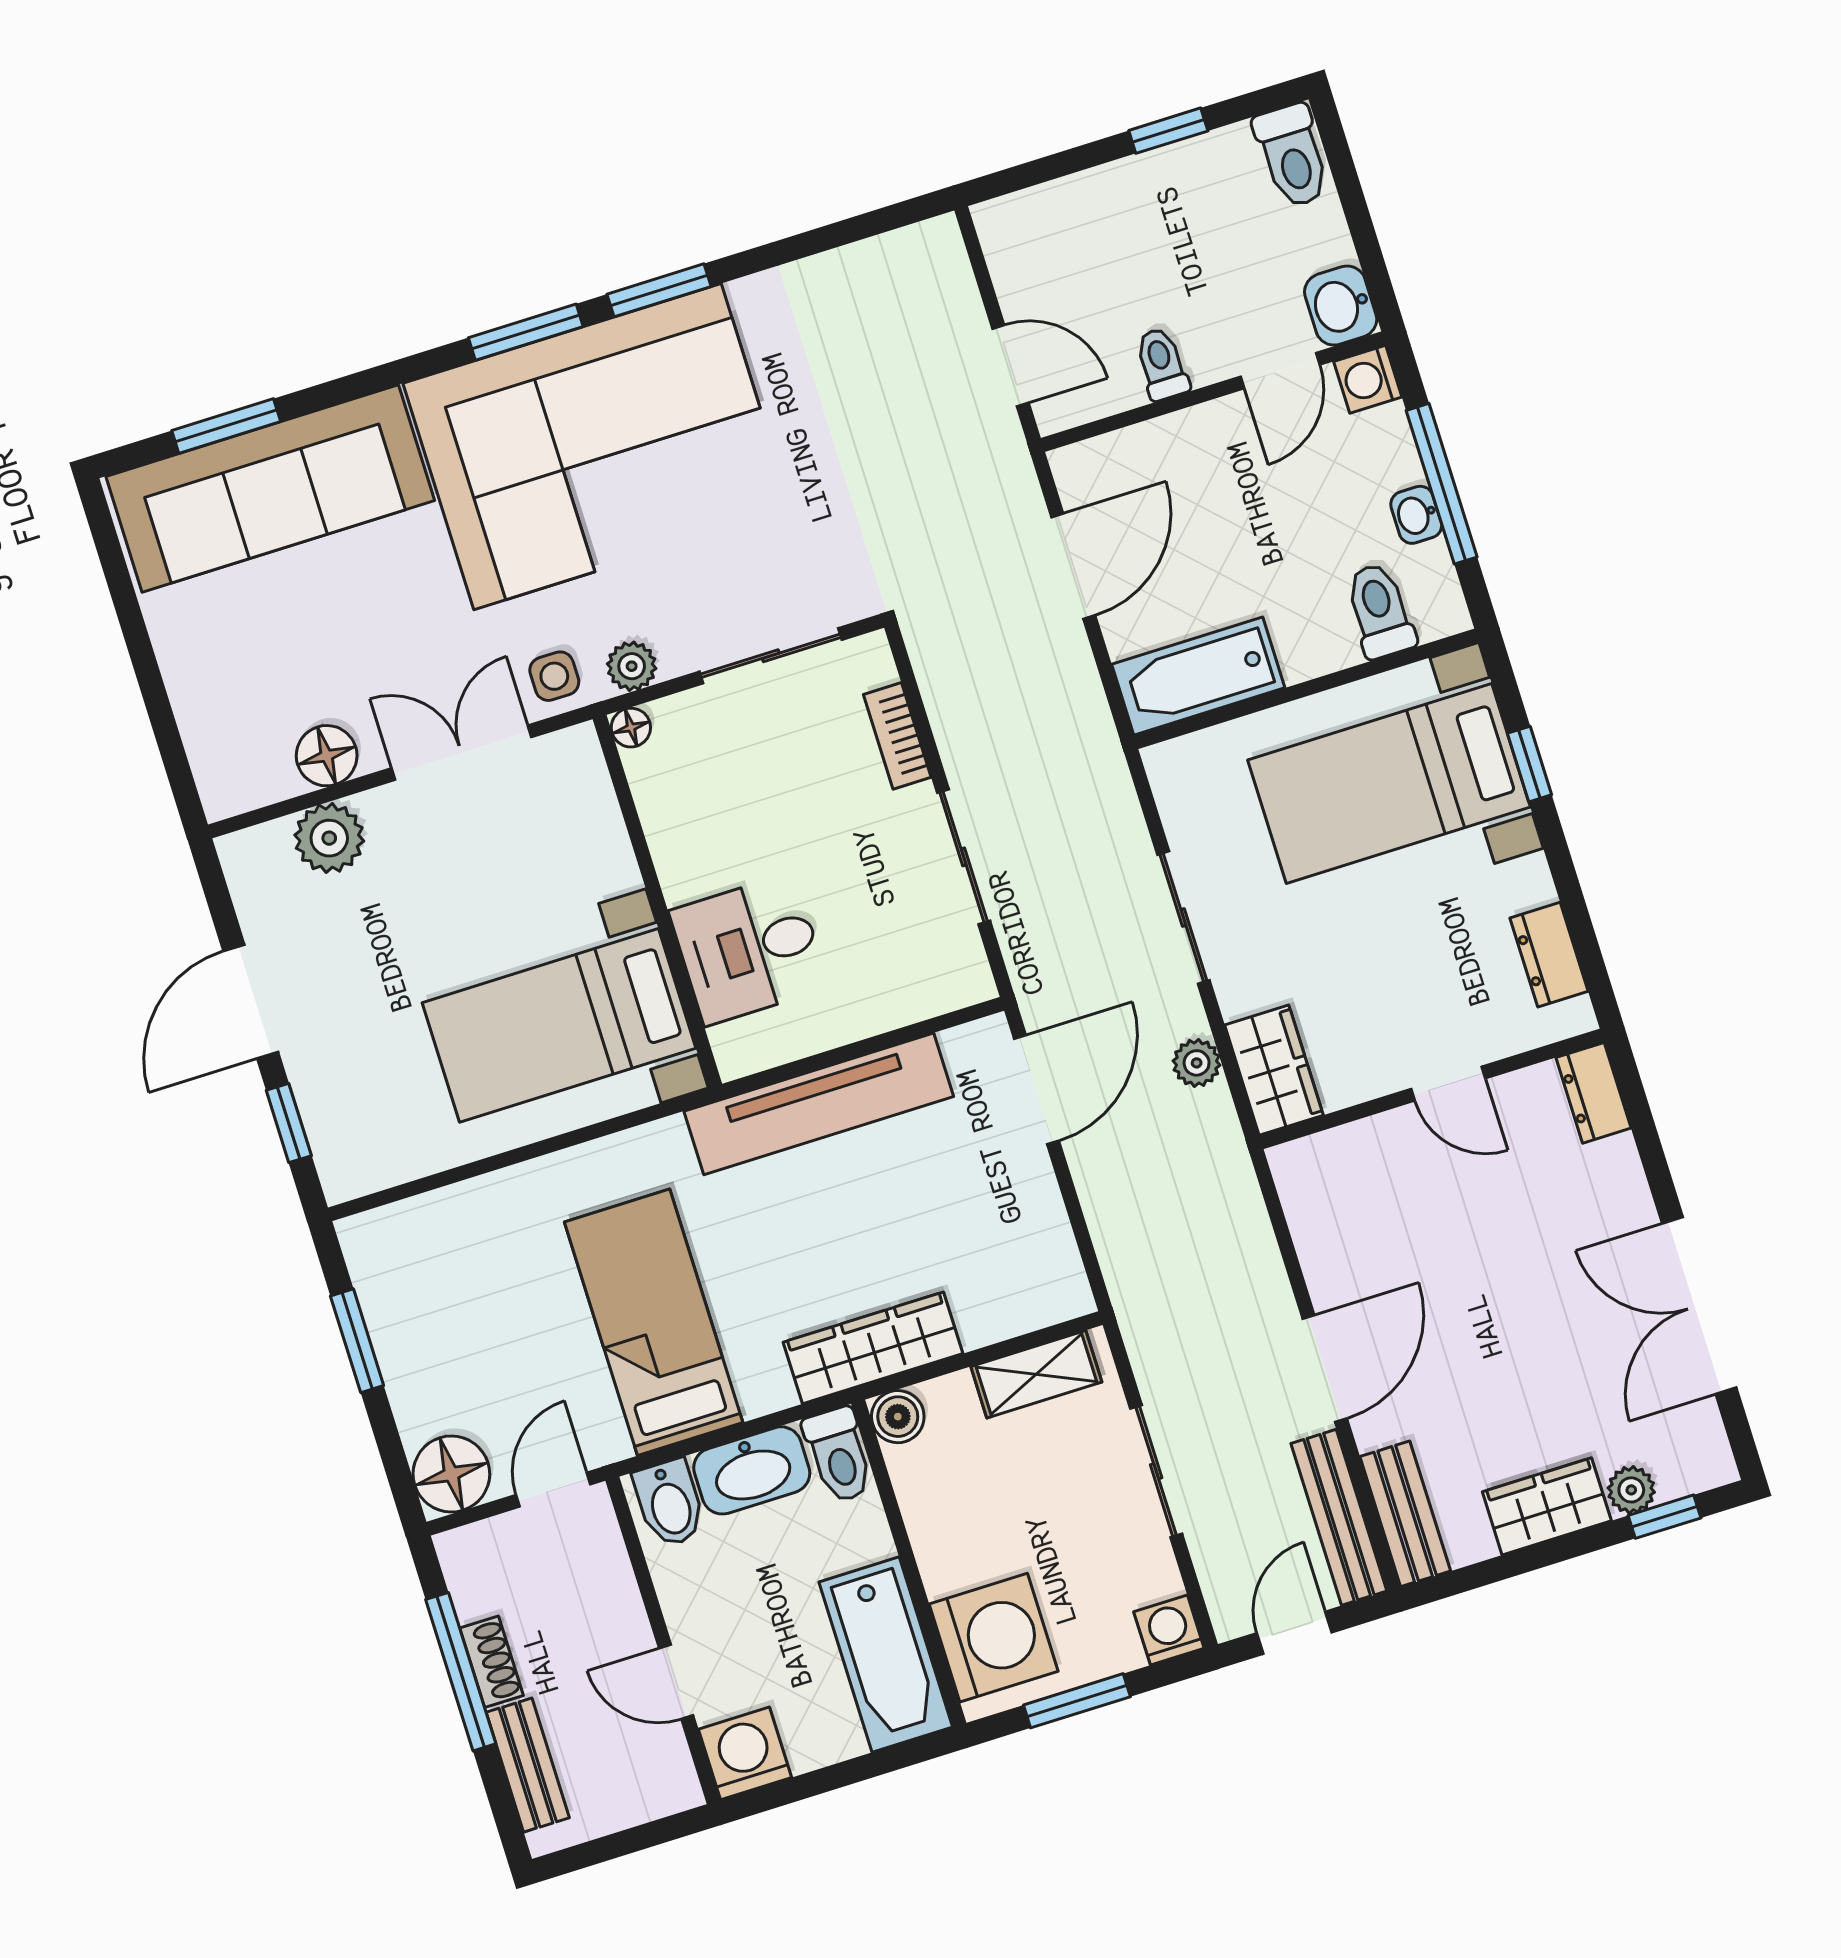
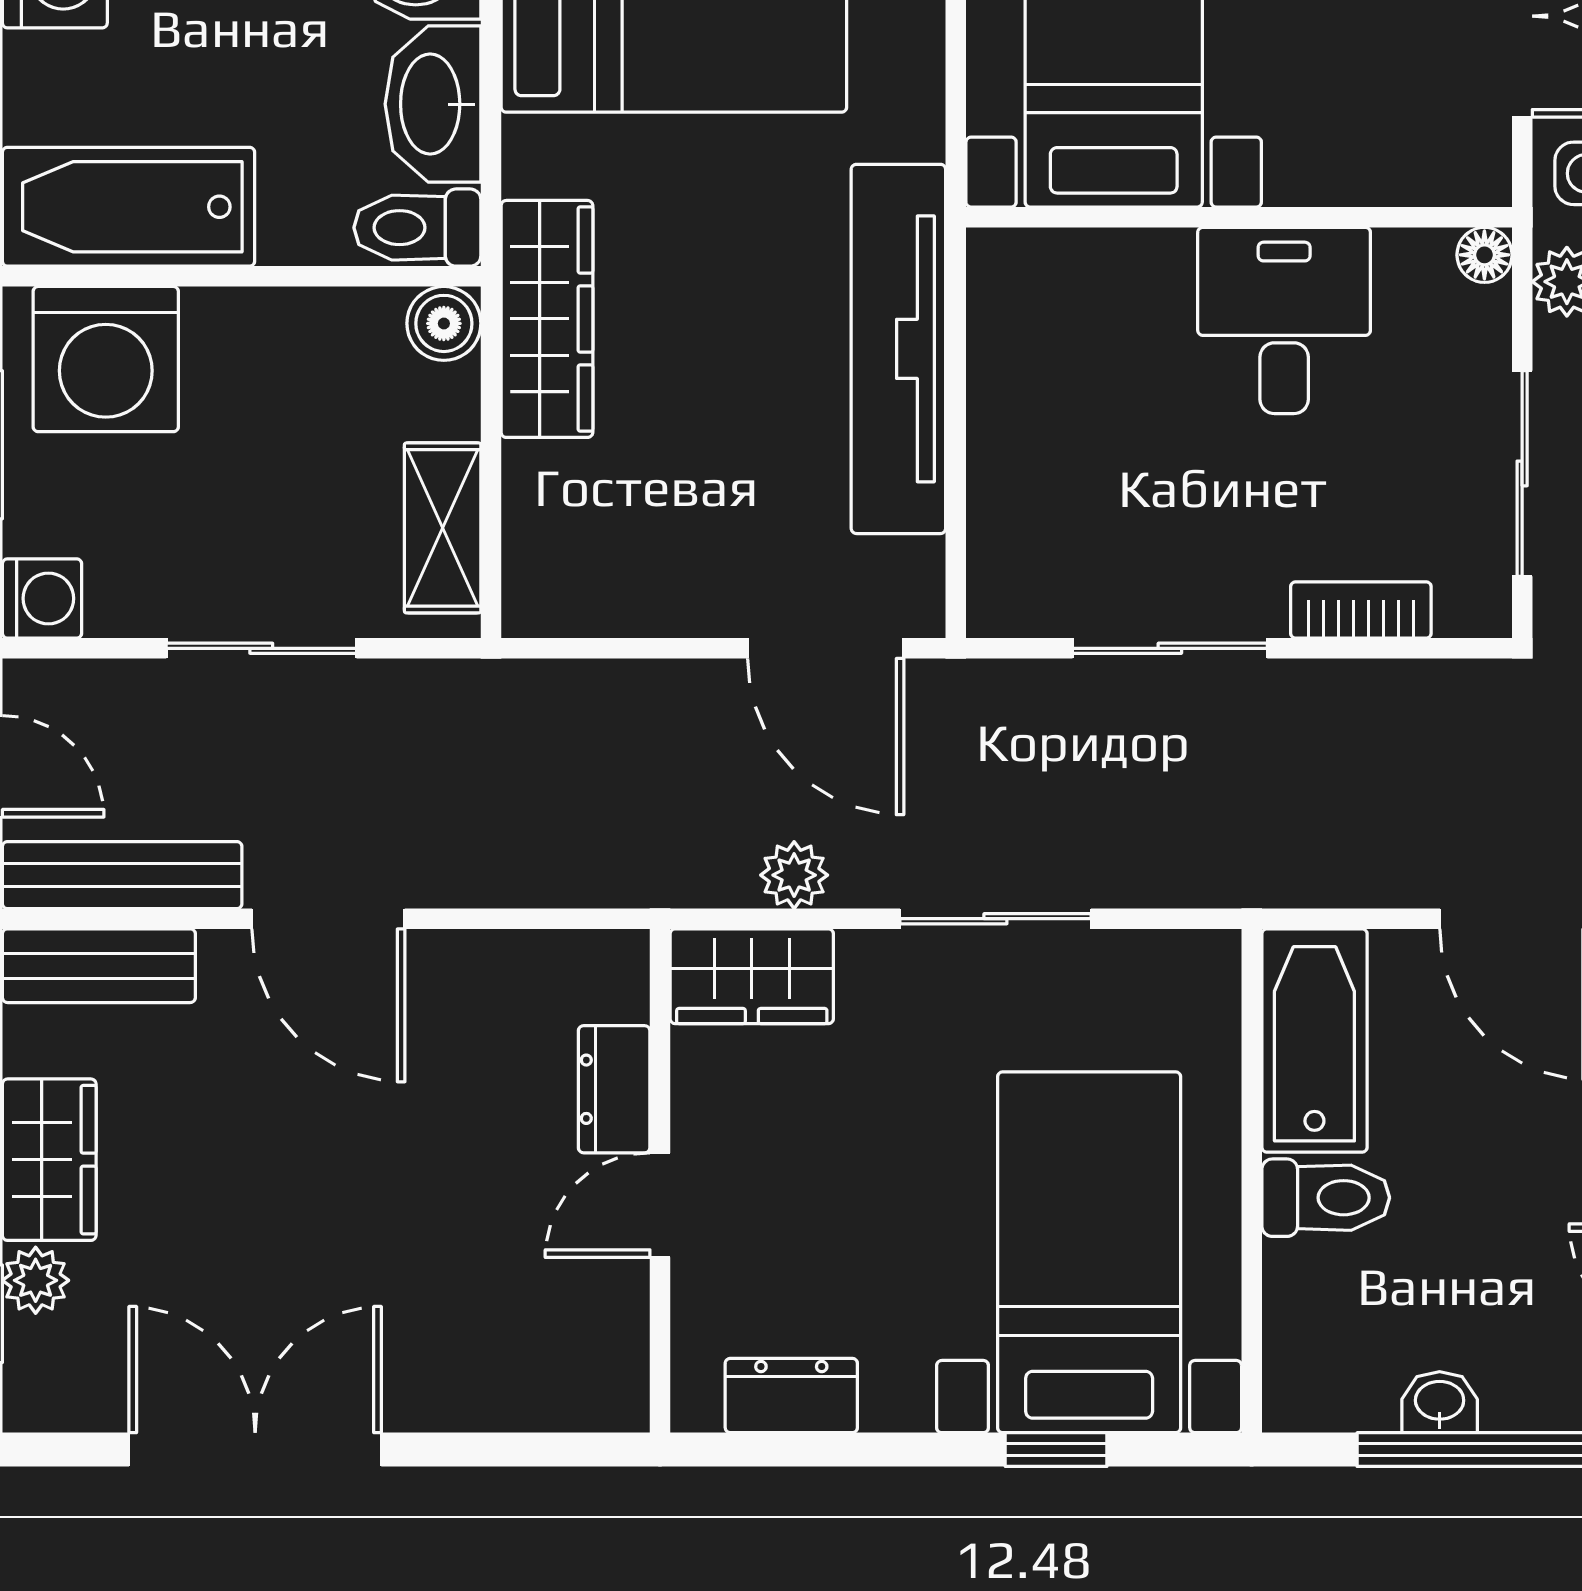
toilet: (1380, 611) -> (1326, 1198), moved
desk: (749, 949) -> (1284, 320), moved
dresser: (1593, 1093) -> (614, 1089), moved, turned -90

